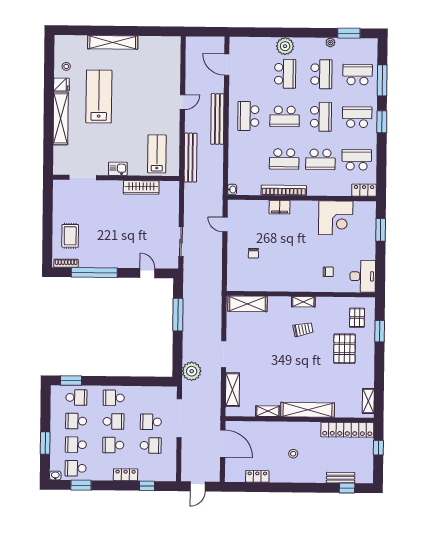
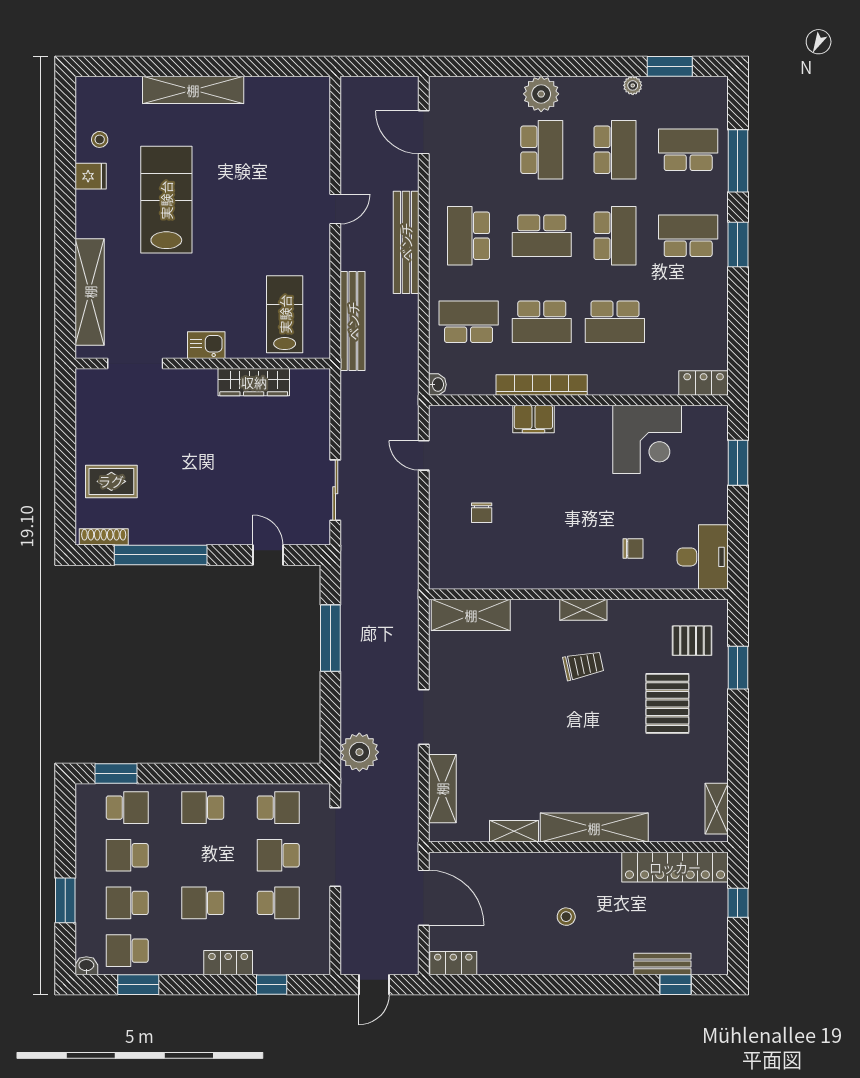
shelving: (61, 118) -> (90, 292), moved
school desk: (357, 160) -> (469, 322), moved
rug: (70, 236) -> (111, 481), turned 90
pallet: (357, 318) -> (692, 641), turned 90
school desk: (113, 421) -> (278, 808), moved
locker: (257, 476) -> (453, 963), moved

